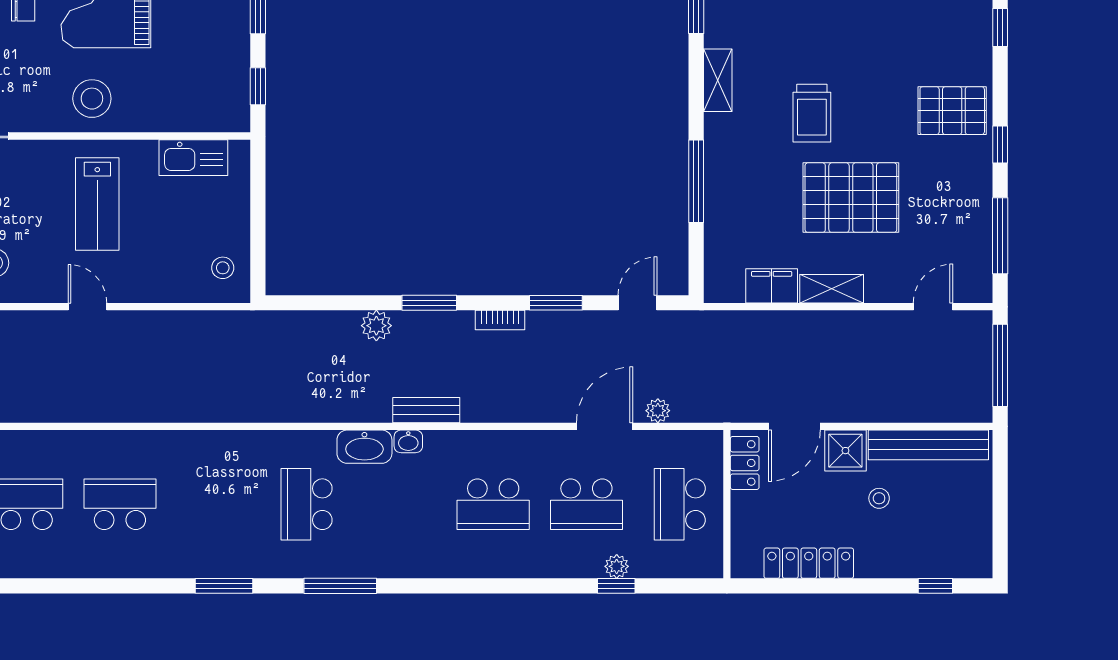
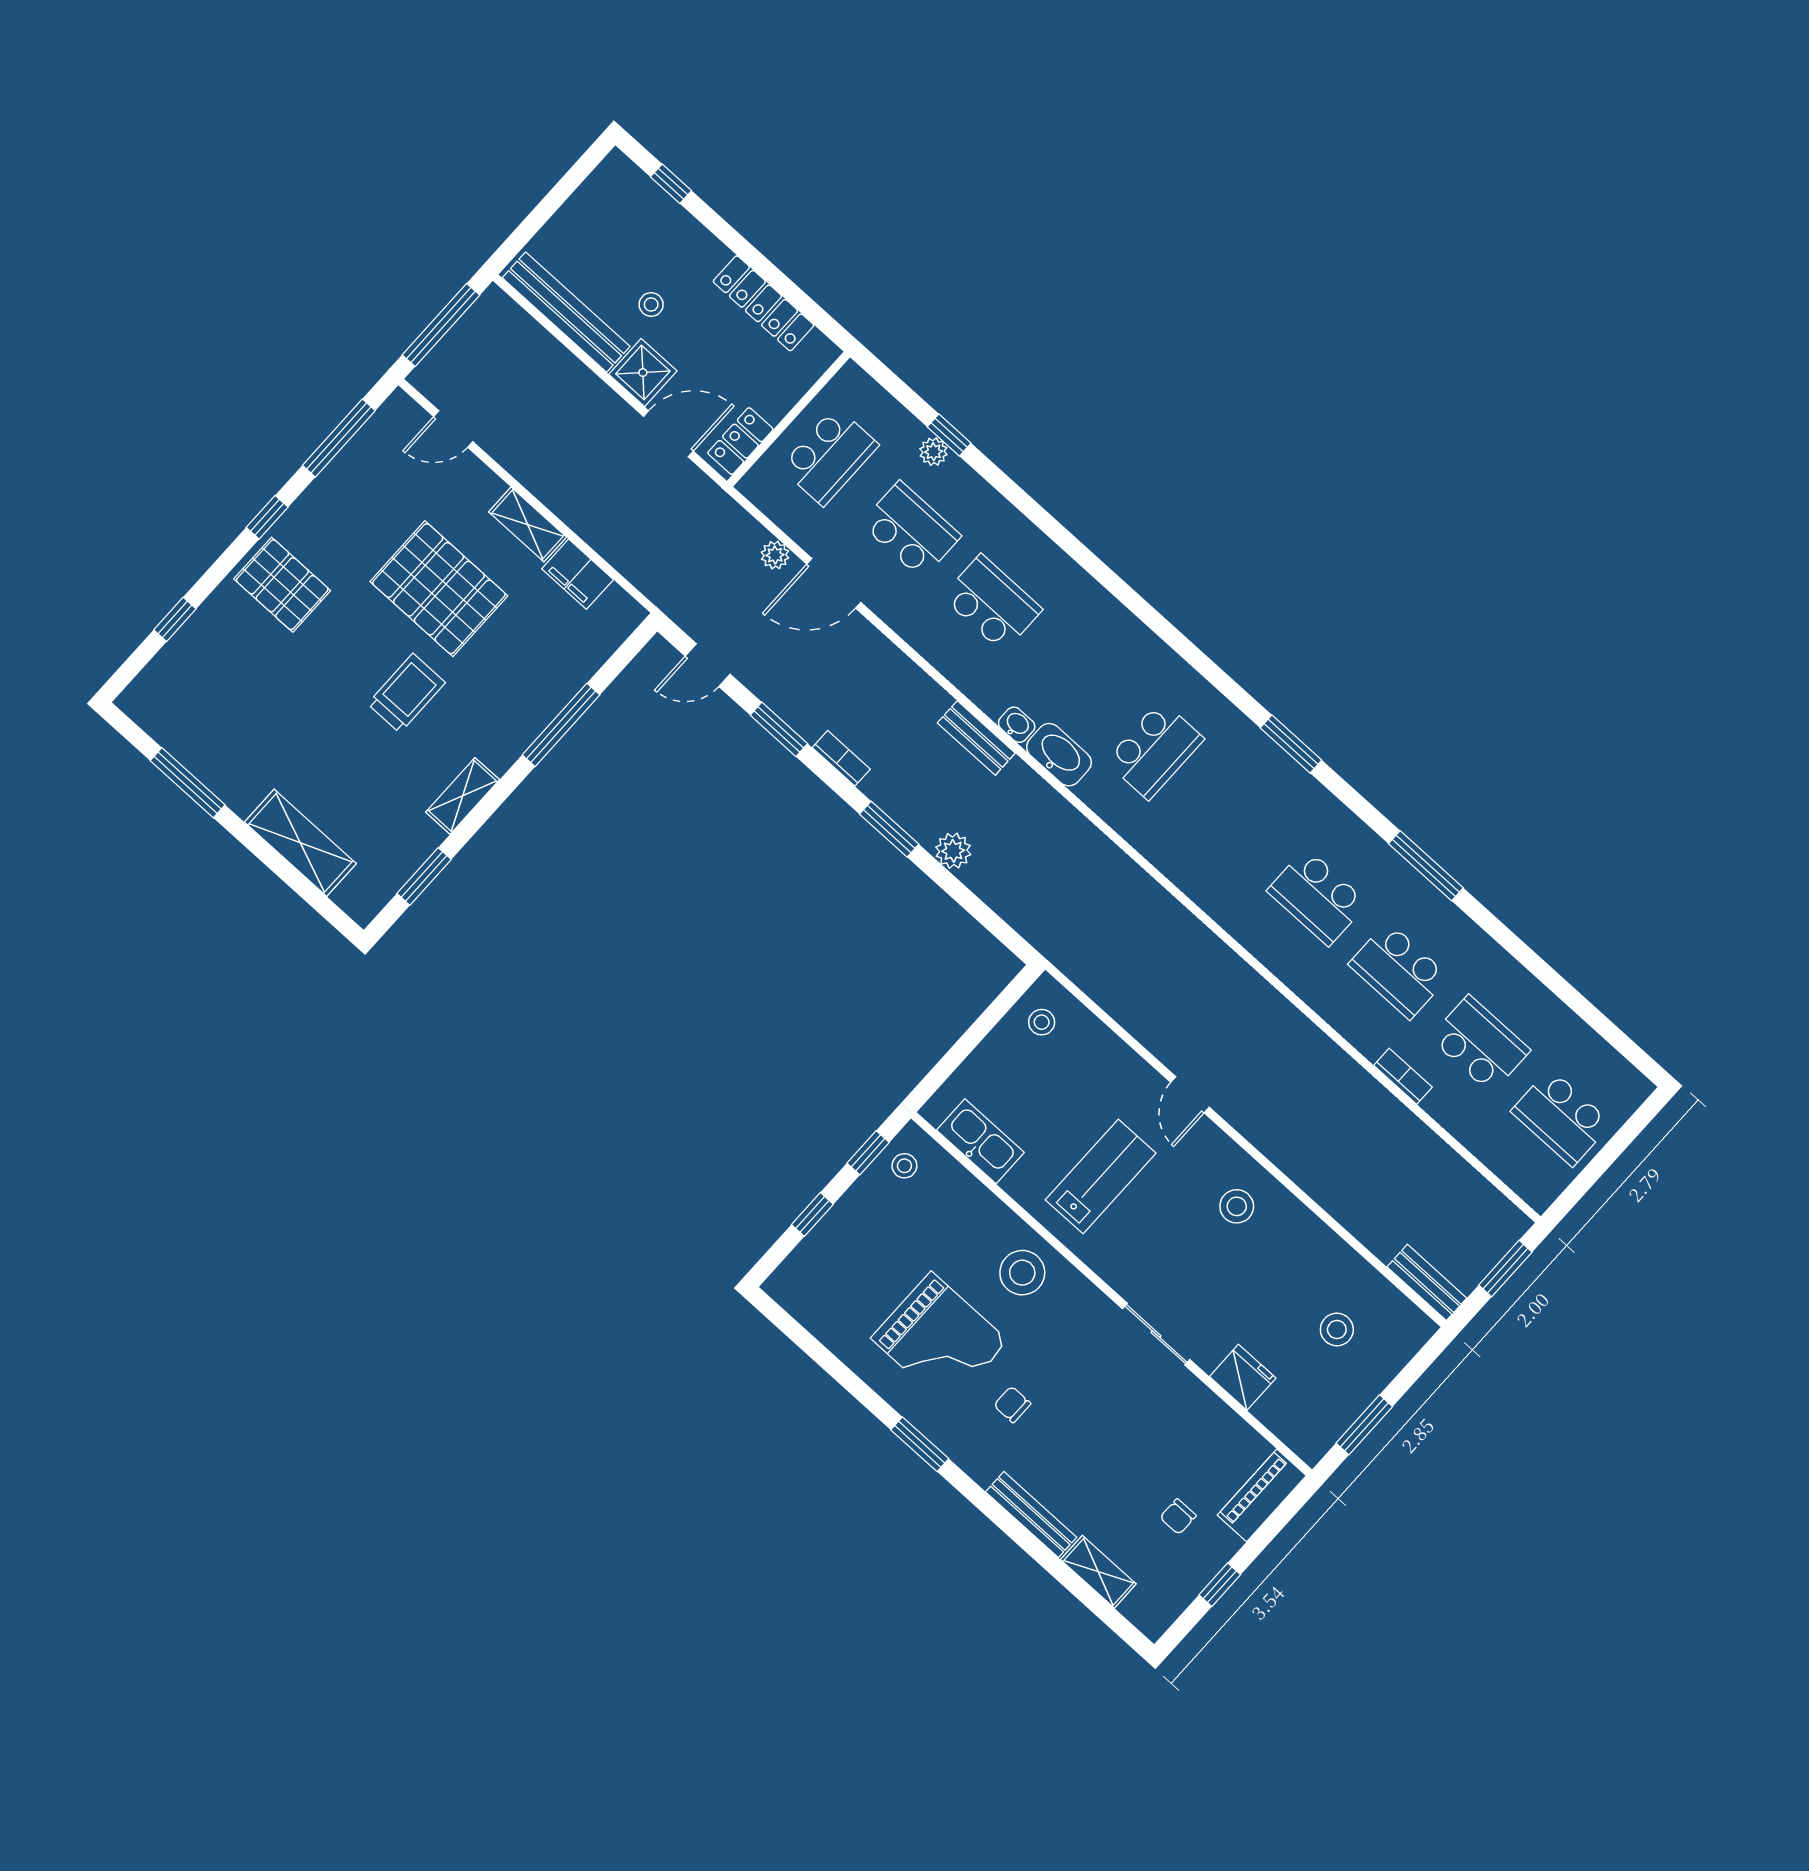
stool: (227, 99) -> (904, 1166), added
window: (340, 586) -> (1426, 866), moved

